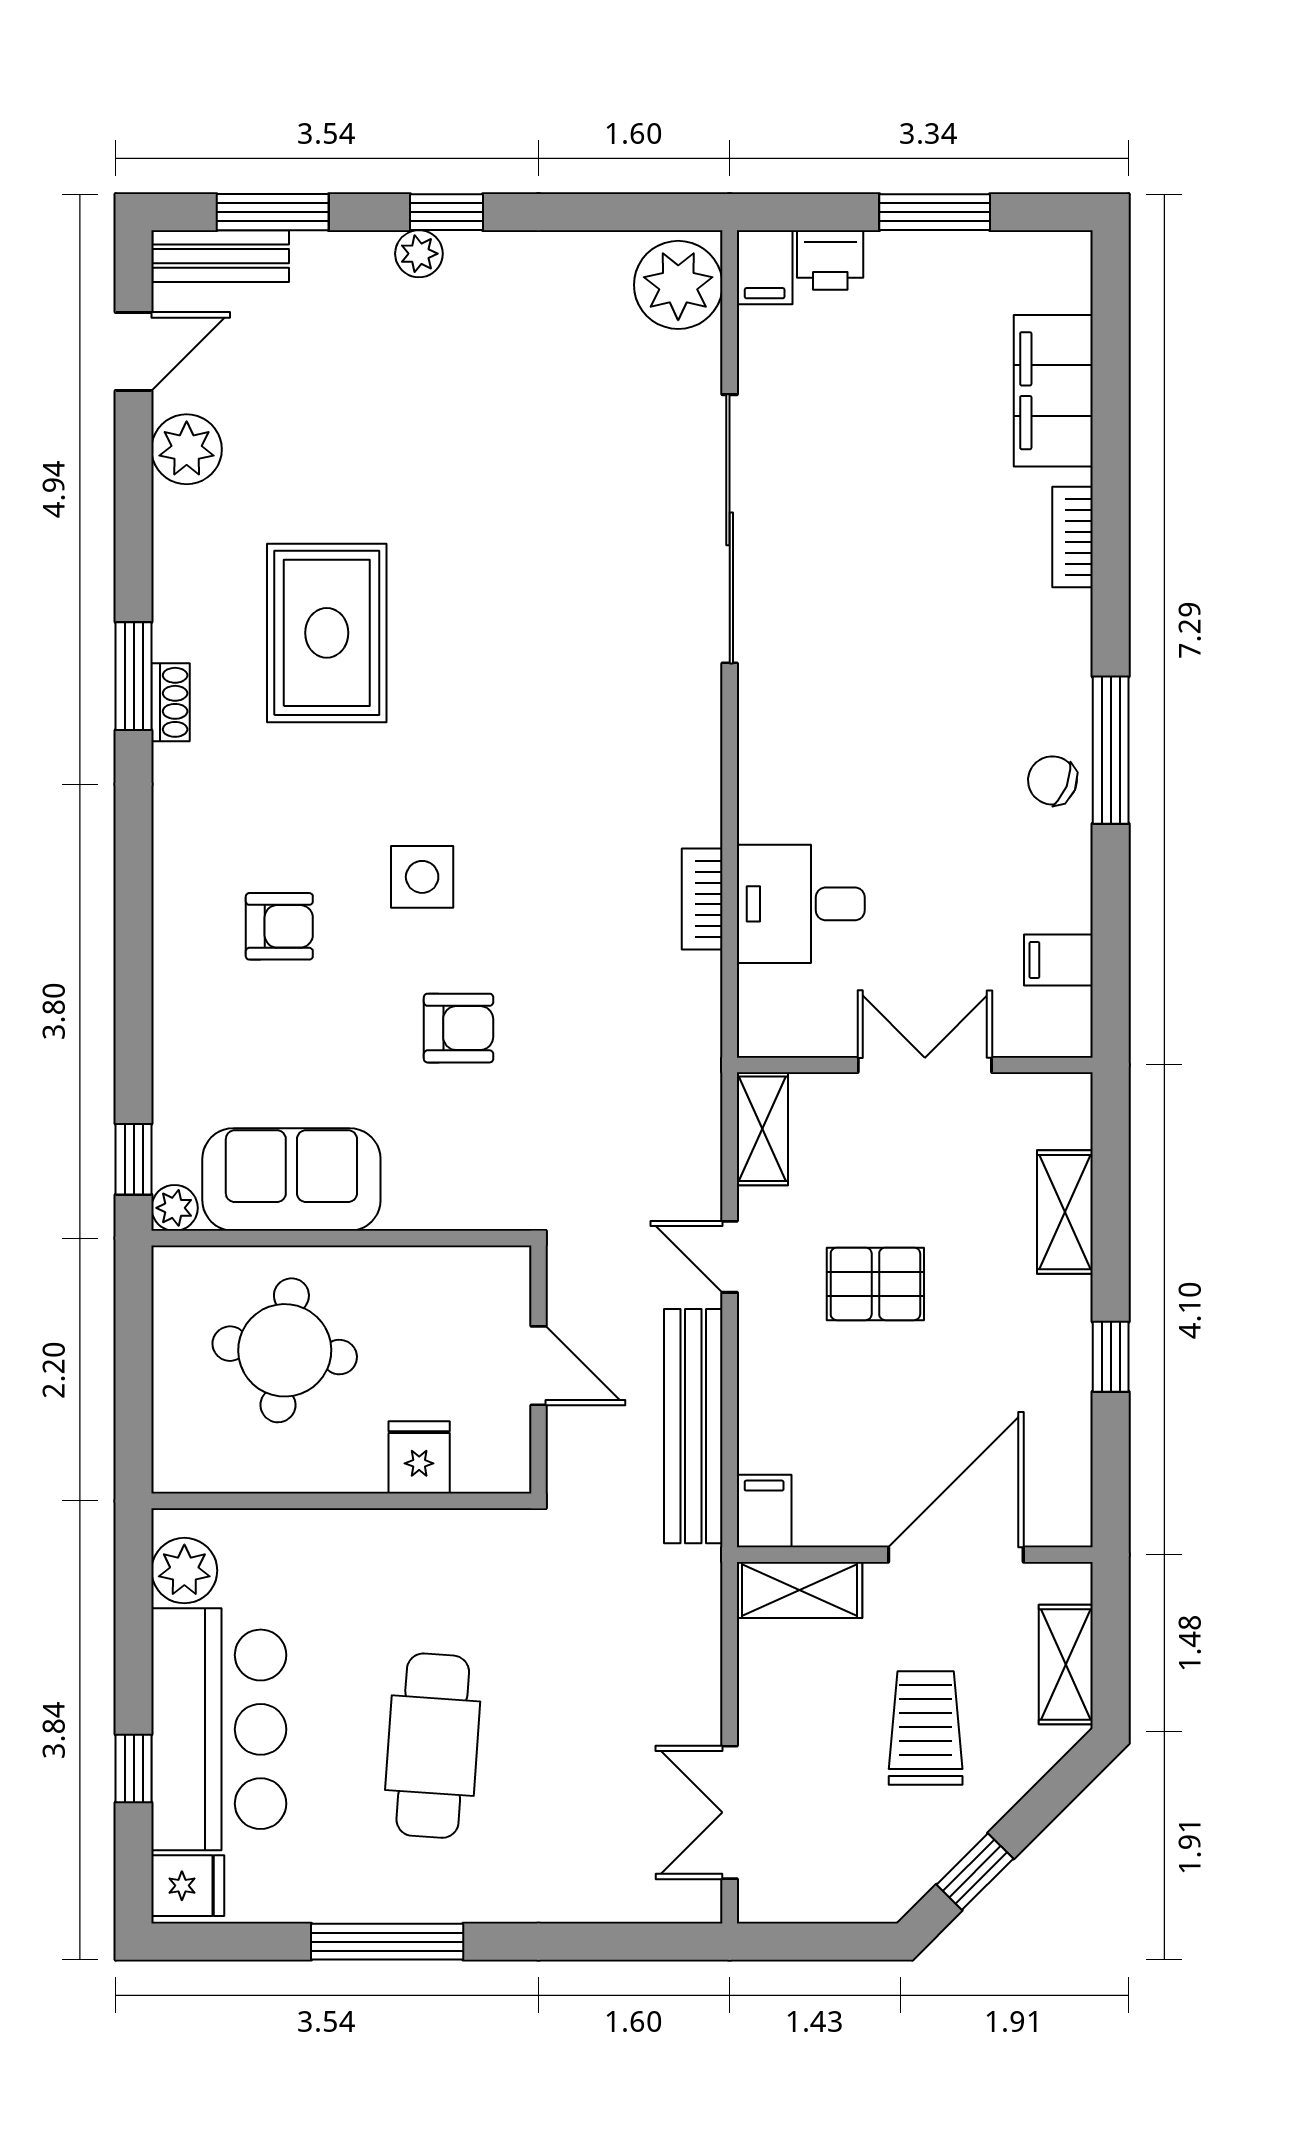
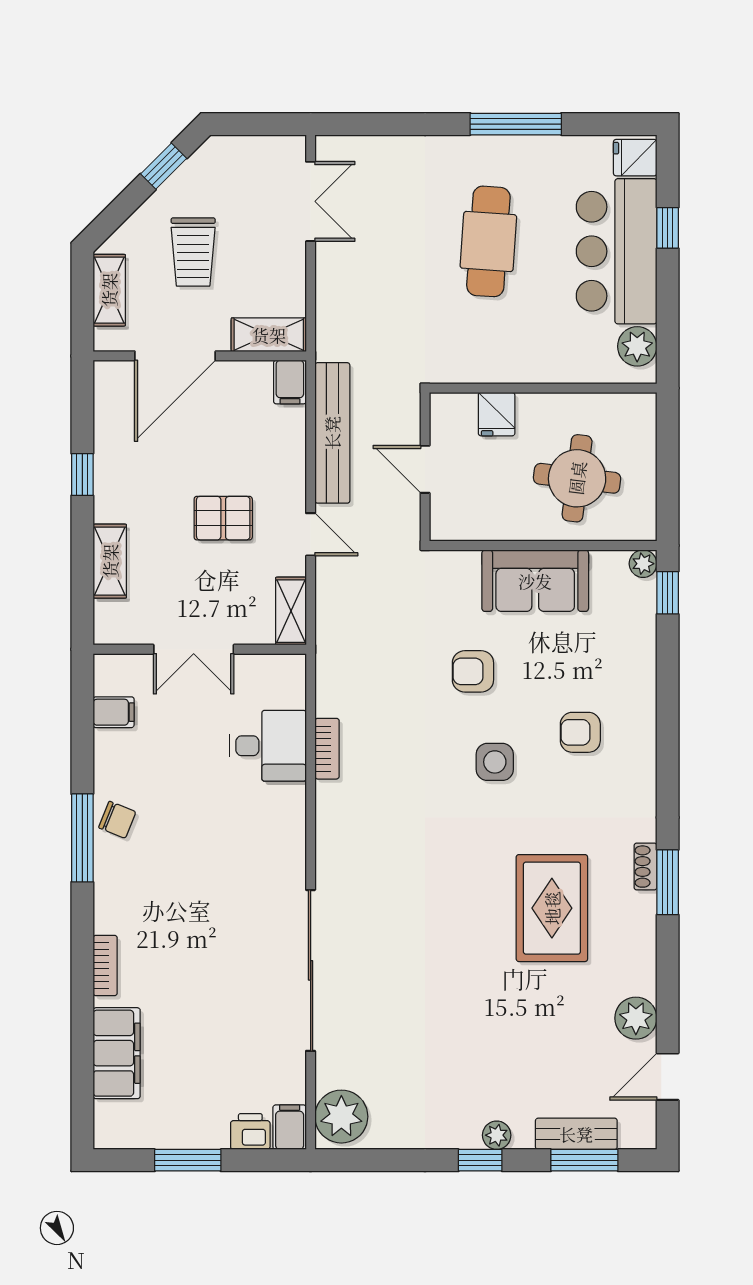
bench: (221, 256) -> (576, 1134), moved
sofa: (291, 1180) -> (535, 581), moved

